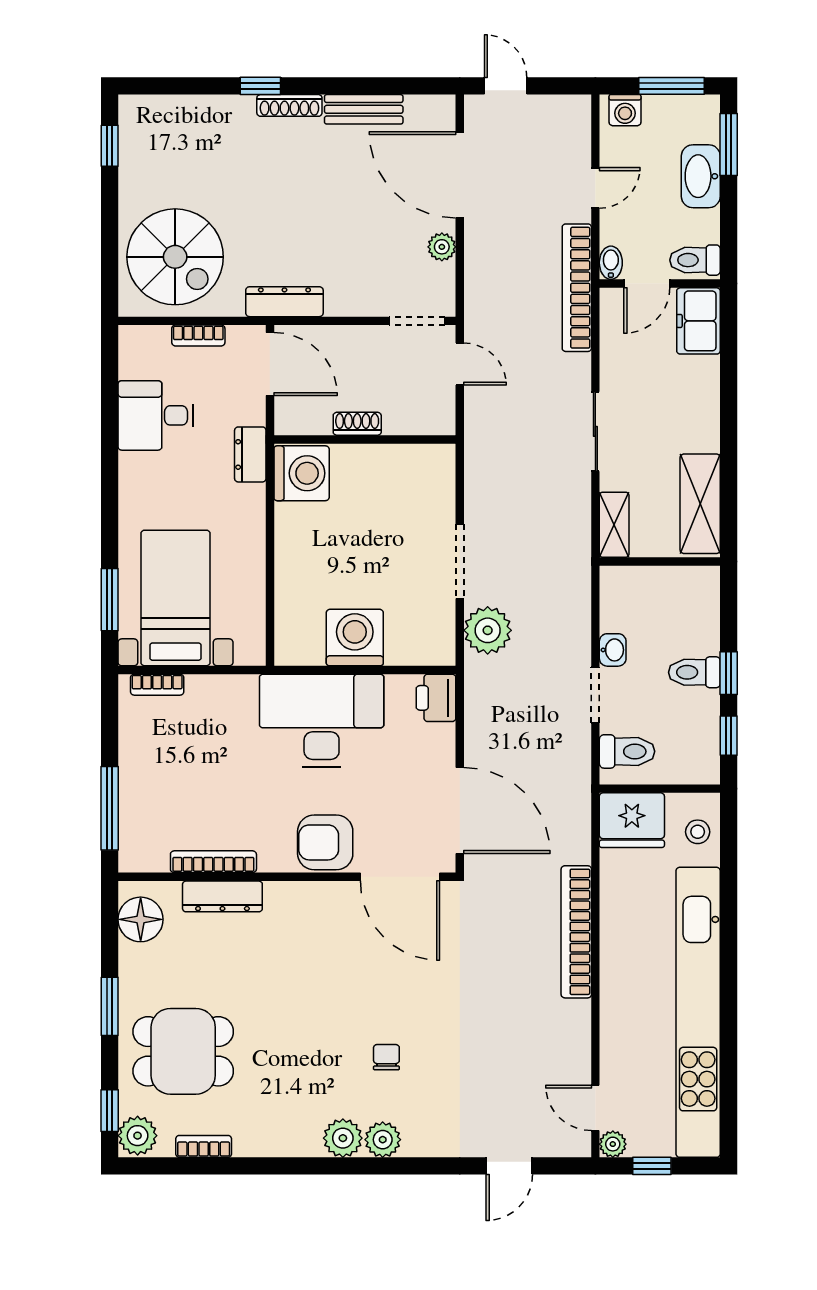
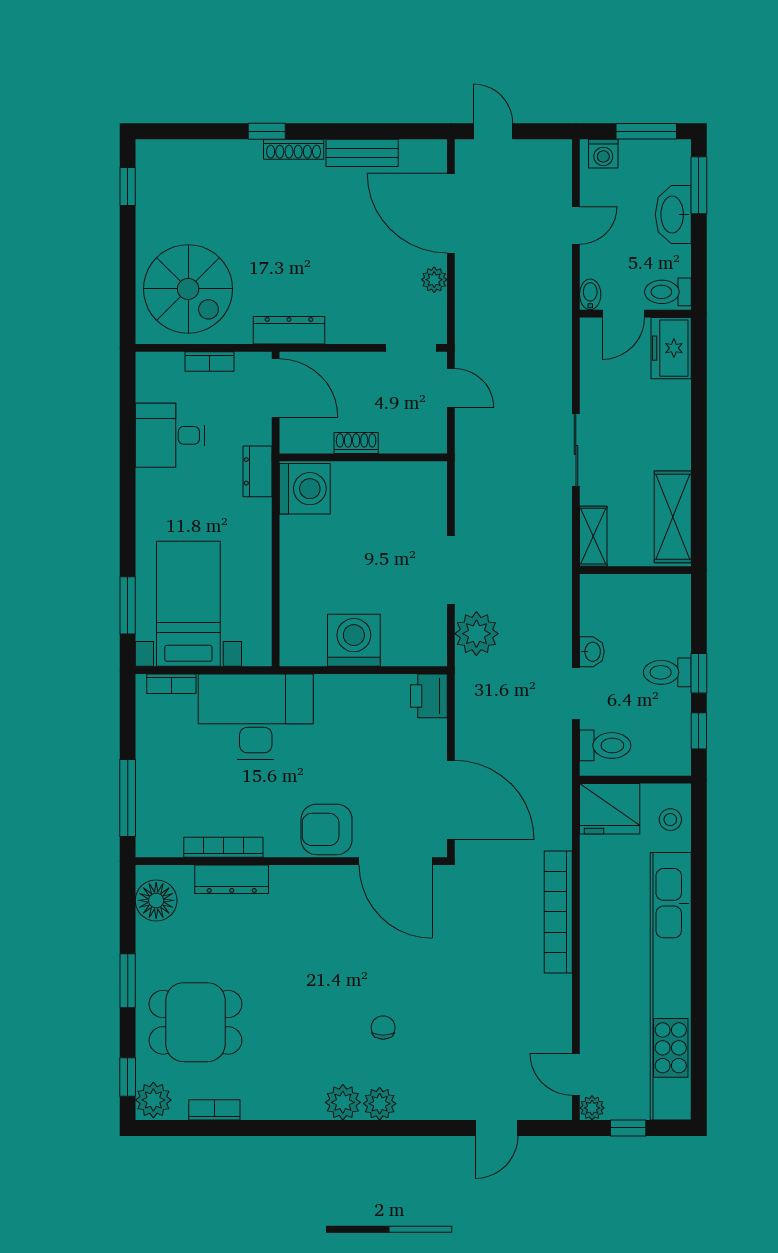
bookcase: (577, 288) -> (559, 317), removed
desk: (322, 721) -> (256, 717), moved

